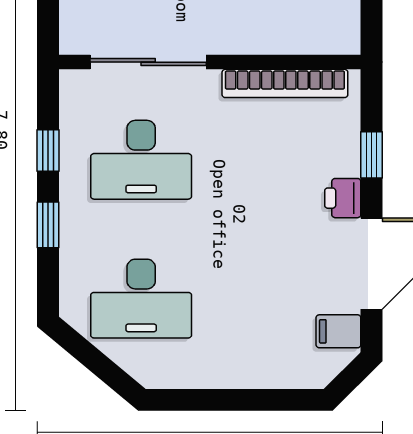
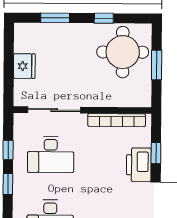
printer: (343, 198) -> (139, 165), width x1.87, depth x1.48

